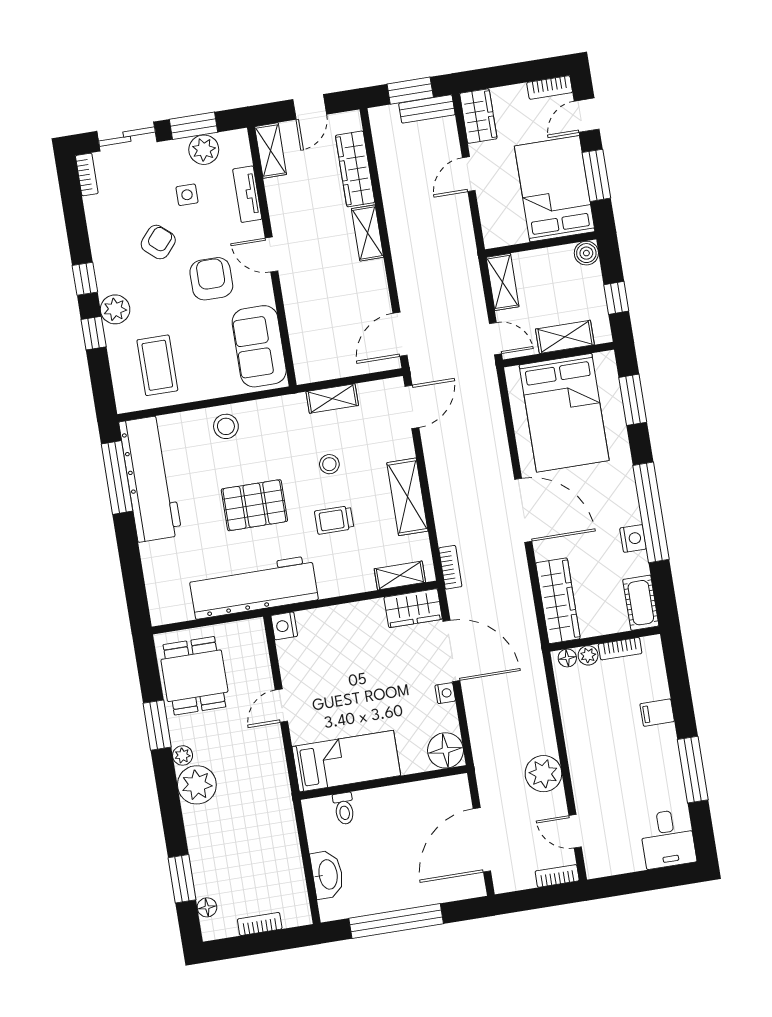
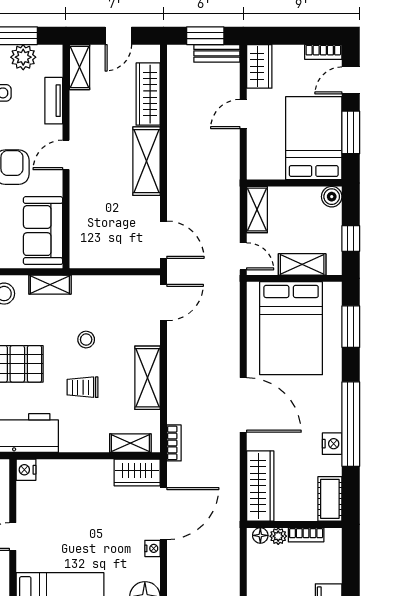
shelving: (368, 233) -> (146, 161), width x1.50, depth x1.33
door: (271, 255) -> (66, 155), hinge flipped
door: (400, 334) -> (163, 240), swing flipped
shelving: (332, 399) -> (50, 285), moved
door: (451, 651) -> (163, 514), hinge flipped

